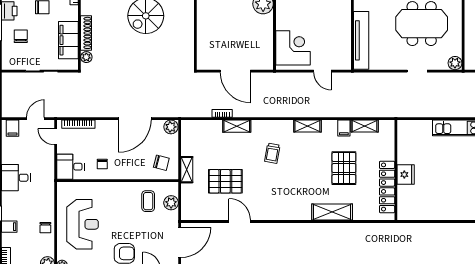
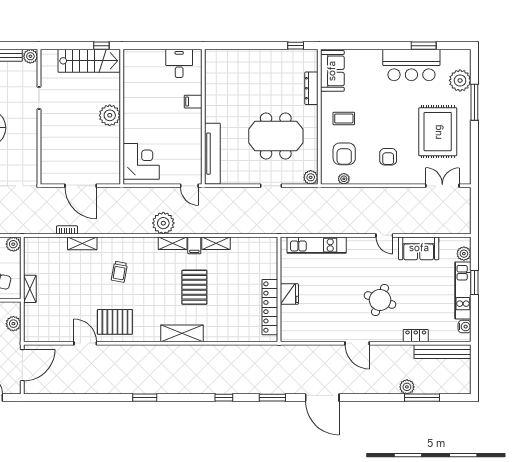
door: (322, 71) -> (189, 186), moved
plant: (314, 107) -> (163, 223), added
shelving: (307, 126) -> (173, 243), moved
wall: (396, 170) -> (279, 289), moved
fridge: (406, 175) -> (289, 294), moved
pallet: (225, 181) -> (115, 322), moved
locker: (387, 187) -> (270, 307), moved

